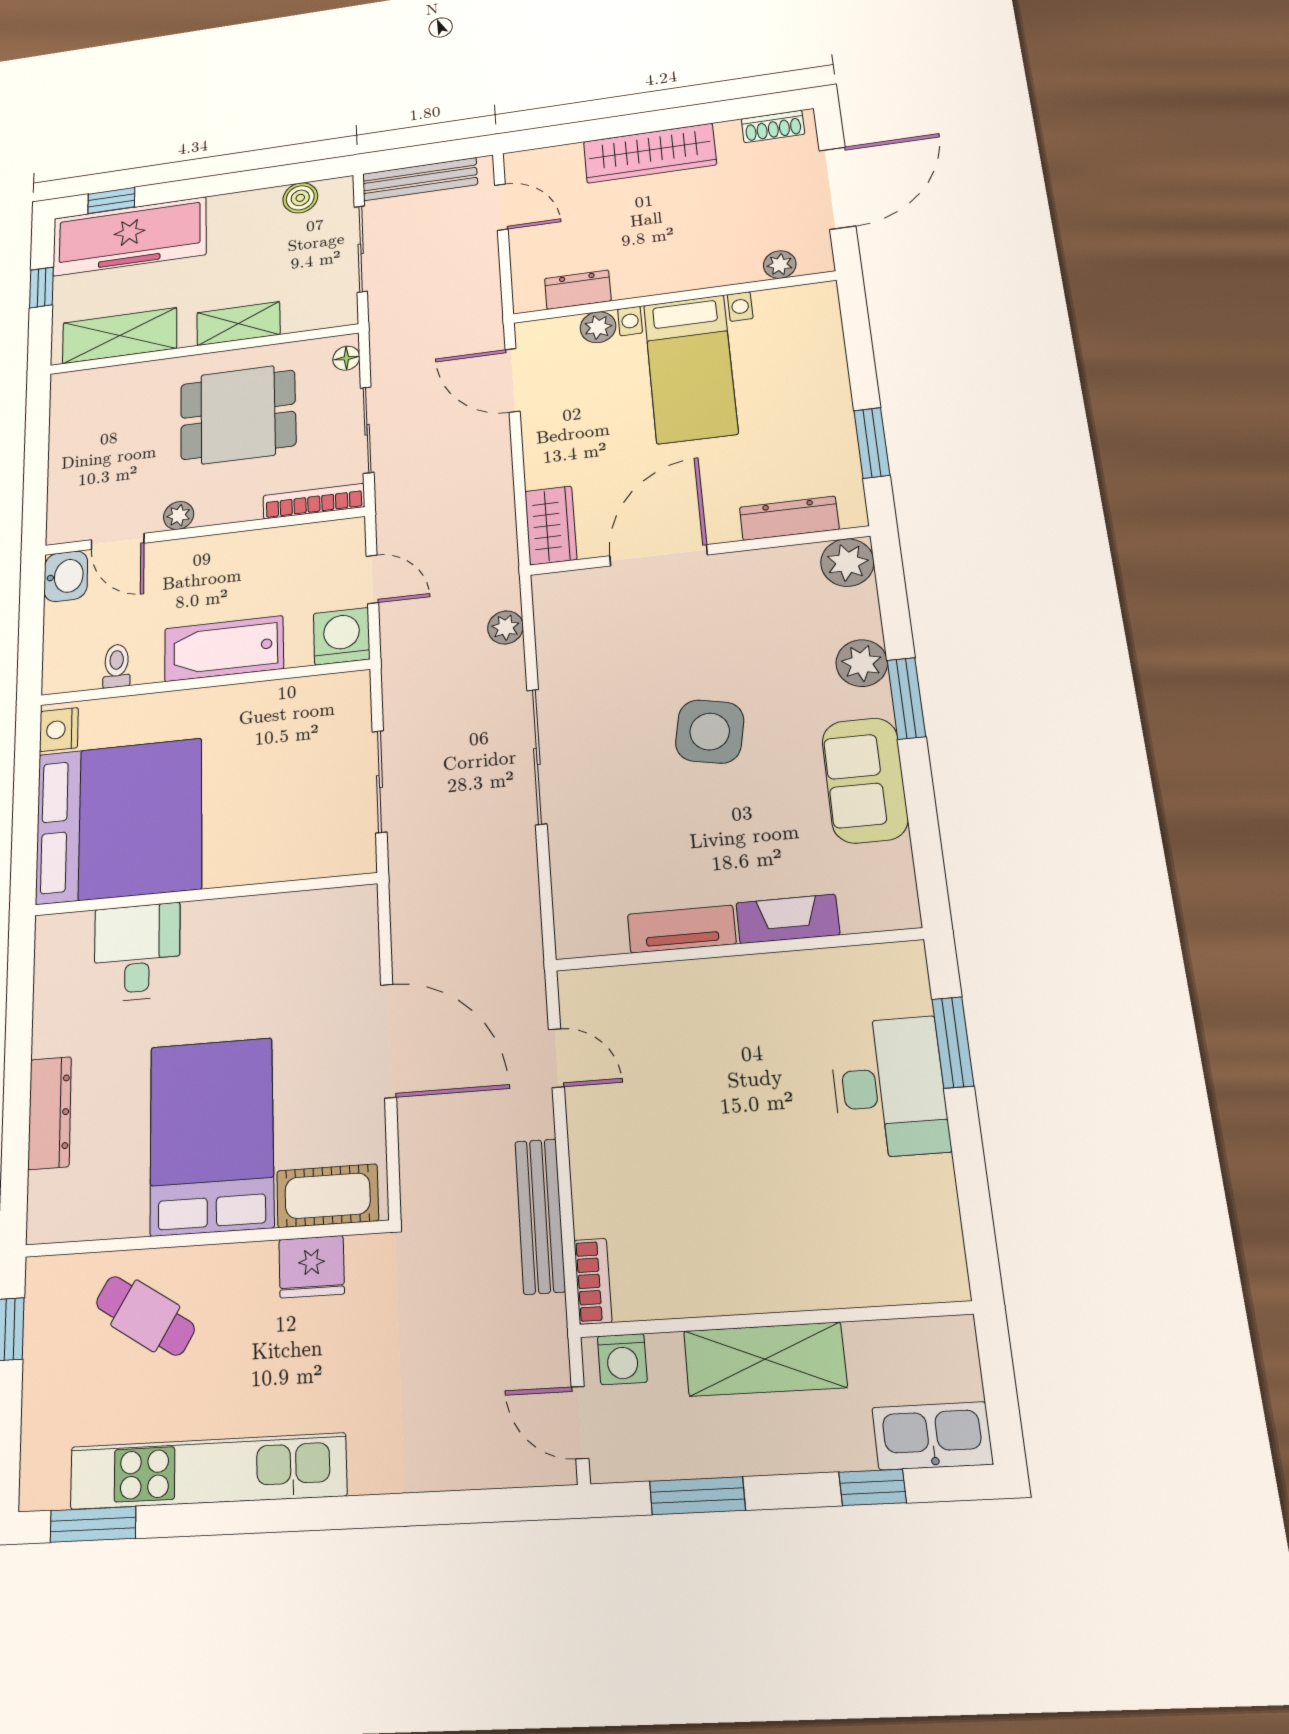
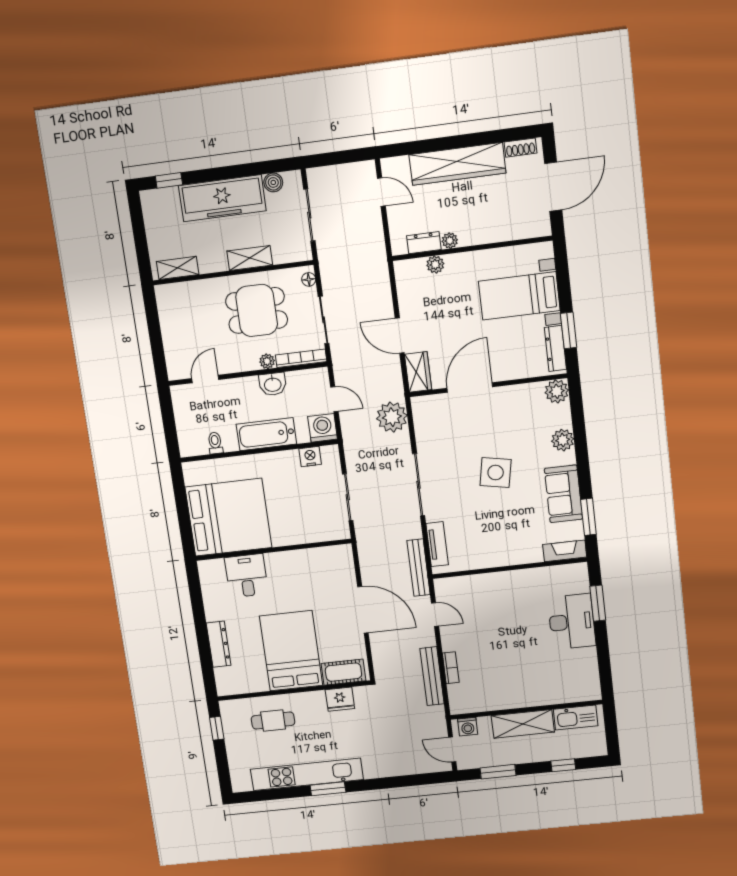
wardrobe: (650, 153) -> (457, 164), width x1.40, depth x1.17
bench: (420, 179) -> (419, 568), moved, turned 90
freezer: (129, 237) -> (222, 198), moved
plant: (780, 265) -> (450, 241), moved
window: (41, 287) -> (139, 234), removed
shelving: (120, 336) -> (178, 268), width x0.67, depth x0.75
bed with nightstands: (690, 369) -> (519, 296), moved, turned 90
door: (513, 380) -> (400, 336), moved
plant: (179, 516) -> (267, 361), moved
dresser: (789, 518) -> (555, 348), moved, turned -90
door: (118, 541) -> (205, 379), swing flipped
washbasin: (66, 576) -> (273, 384), moved, turned 90
plant: (505, 627) -> (392, 417), width x1.88, depth x1.88
window: (906, 698) -> (588, 517), moved
nightstand: (59, 730) -> (310, 457), moved, turned 90
fireplace: (788, 919) -> (565, 551), moved
tv unit: (682, 929) -> (437, 544), moved, turned 90
bookcase: (593, 1281) -> (451, 668), moved
cafe table: (145, 1316) -> (273, 721), turned -32
kitchen sink: (932, 1436) -> (576, 718), moved, turned 180
window: (93, 1524) -> (328, 789), moved

